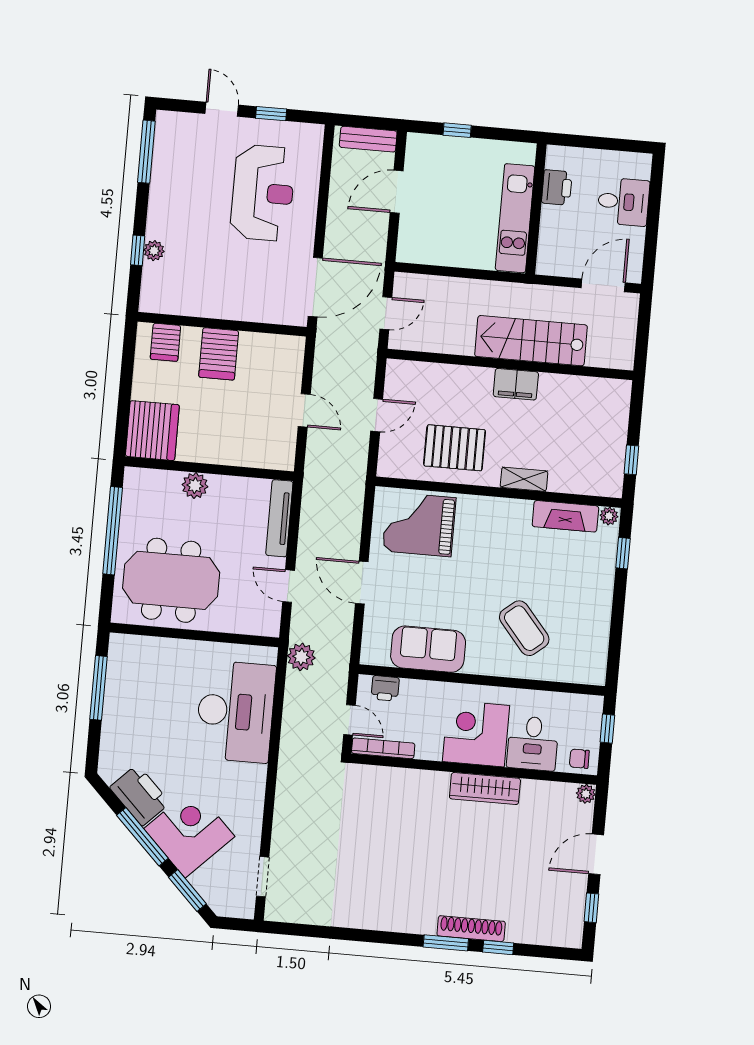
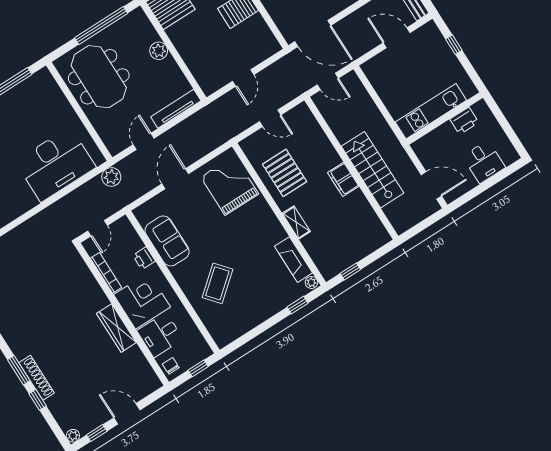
printer: (385, 688) -> (144, 258), moved
bookcase: (383, 748) -> (106, 273), moved
plant: (586, 794) -> (73, 436), moved

